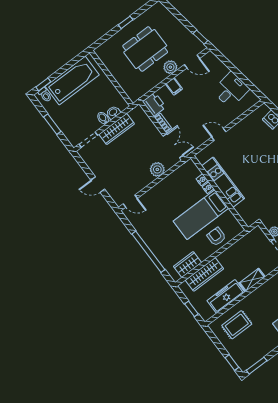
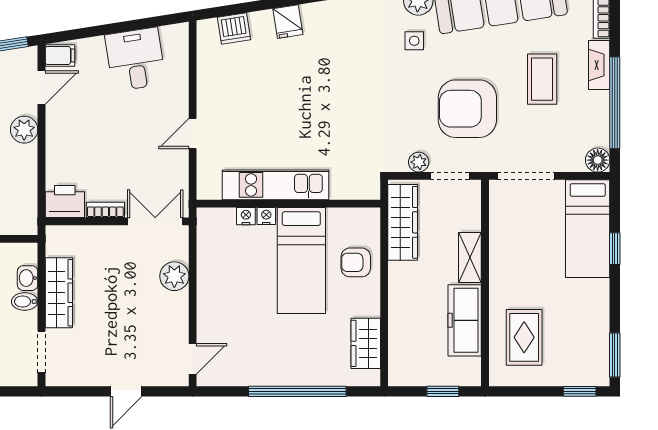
filing cabinet: (174, 86) -> (60, 56), moved
wardrobe: (204, 274) -> (403, 222), moved

